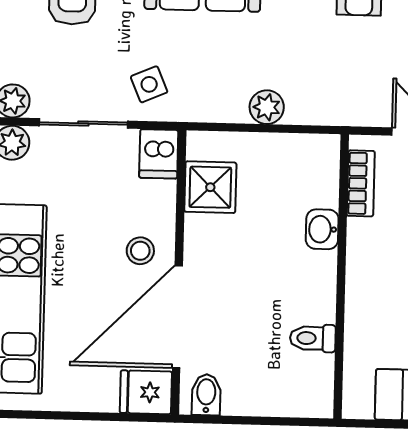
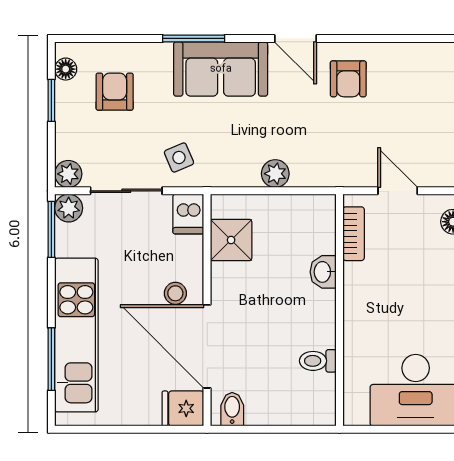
door: (177, 317) -> (207, 346), hinge flipped

